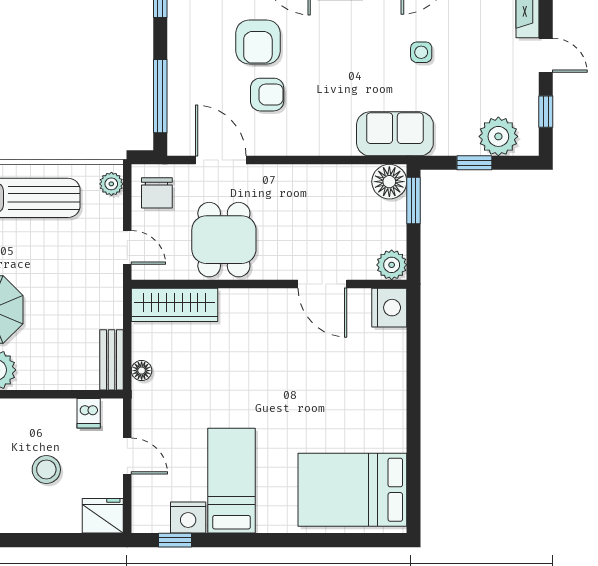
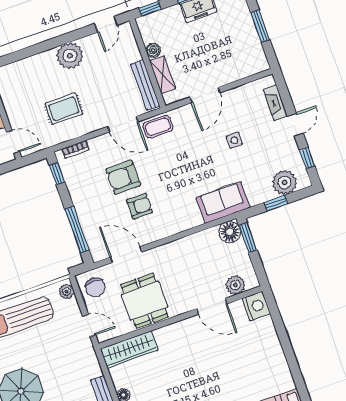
armchair: (258, 42) -> (123, 177), turned 90
side table: (421, 52) -> (234, 140), moved
door: (546, 55) -> (295, 125), hinge flipped
plant: (392, 265) -> (235, 285), moved

